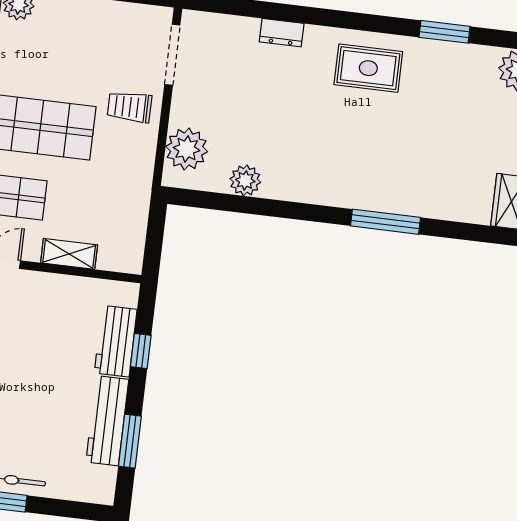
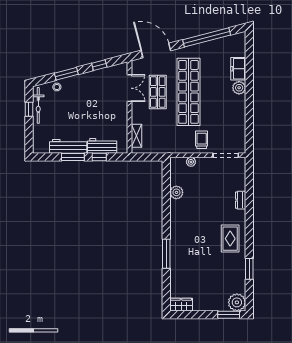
plant: (187, 149) -> (191, 162), width x0.53, depth x0.53
shelving: (69, 254) -> (137, 136), moved
window: (130, 441) -> (73, 157), moved

